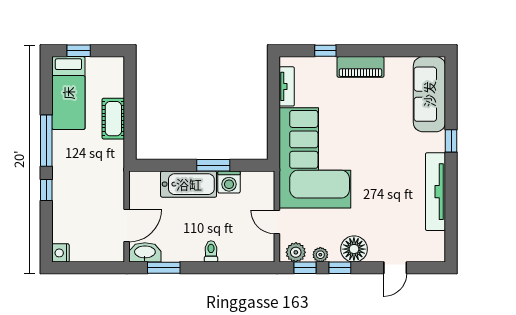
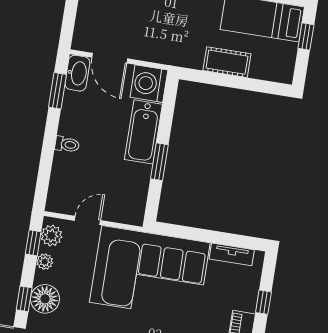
washing machine: (229, 182) -> (149, 84), moved, width x1.37, depth x1.37
window: (340, 268) -> (24, 299), moved

